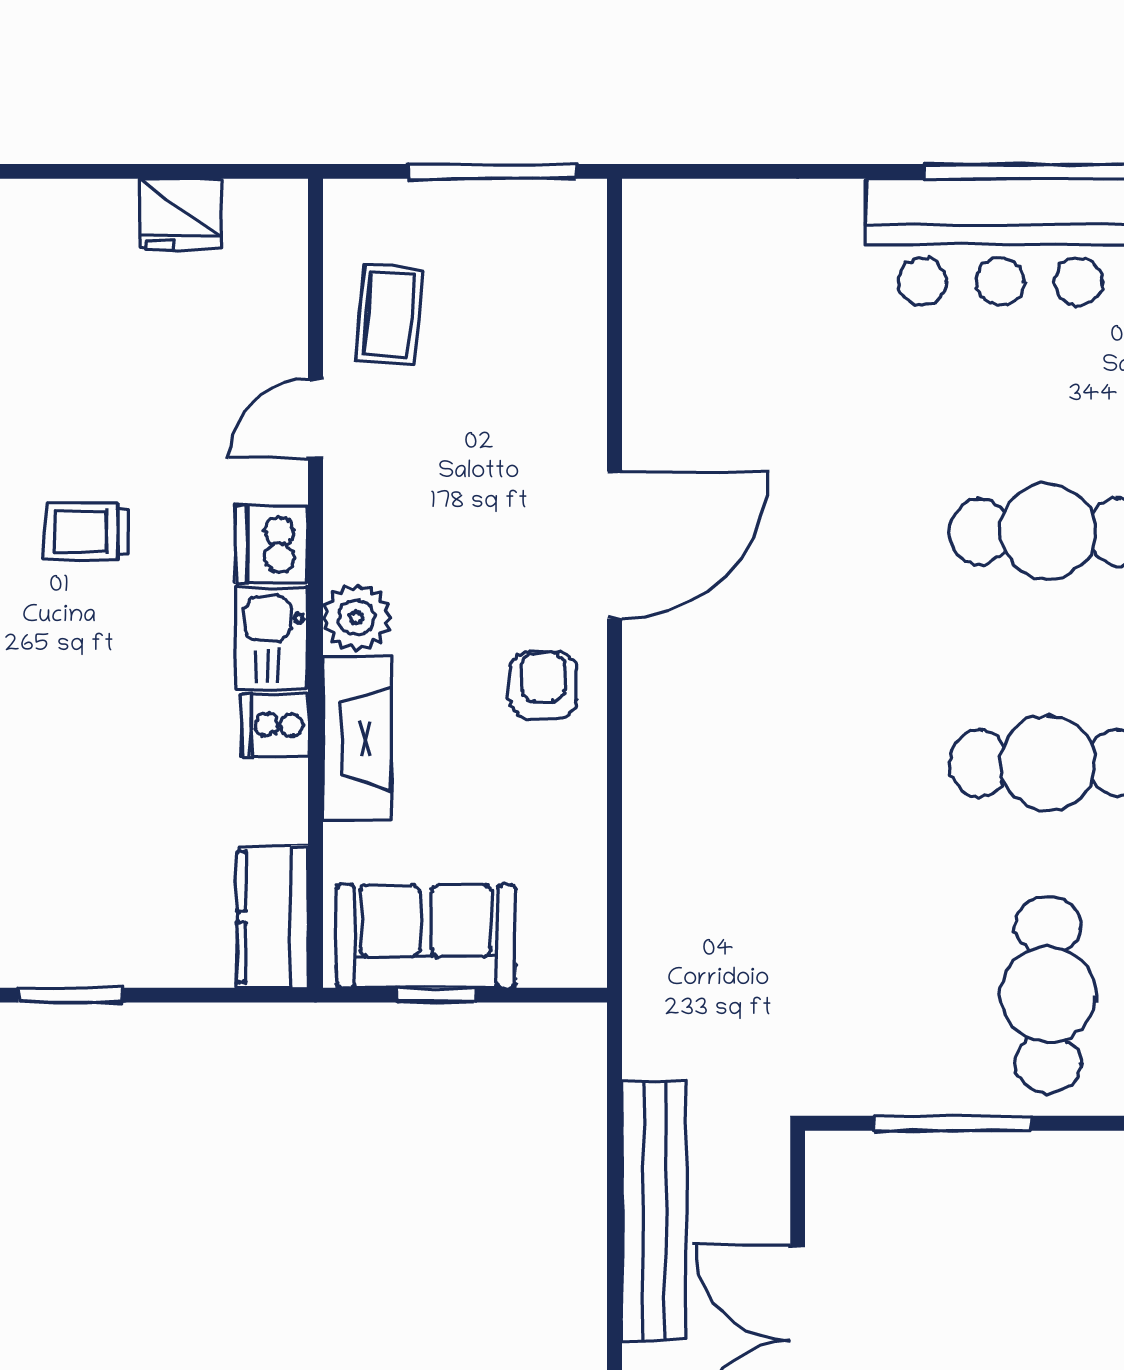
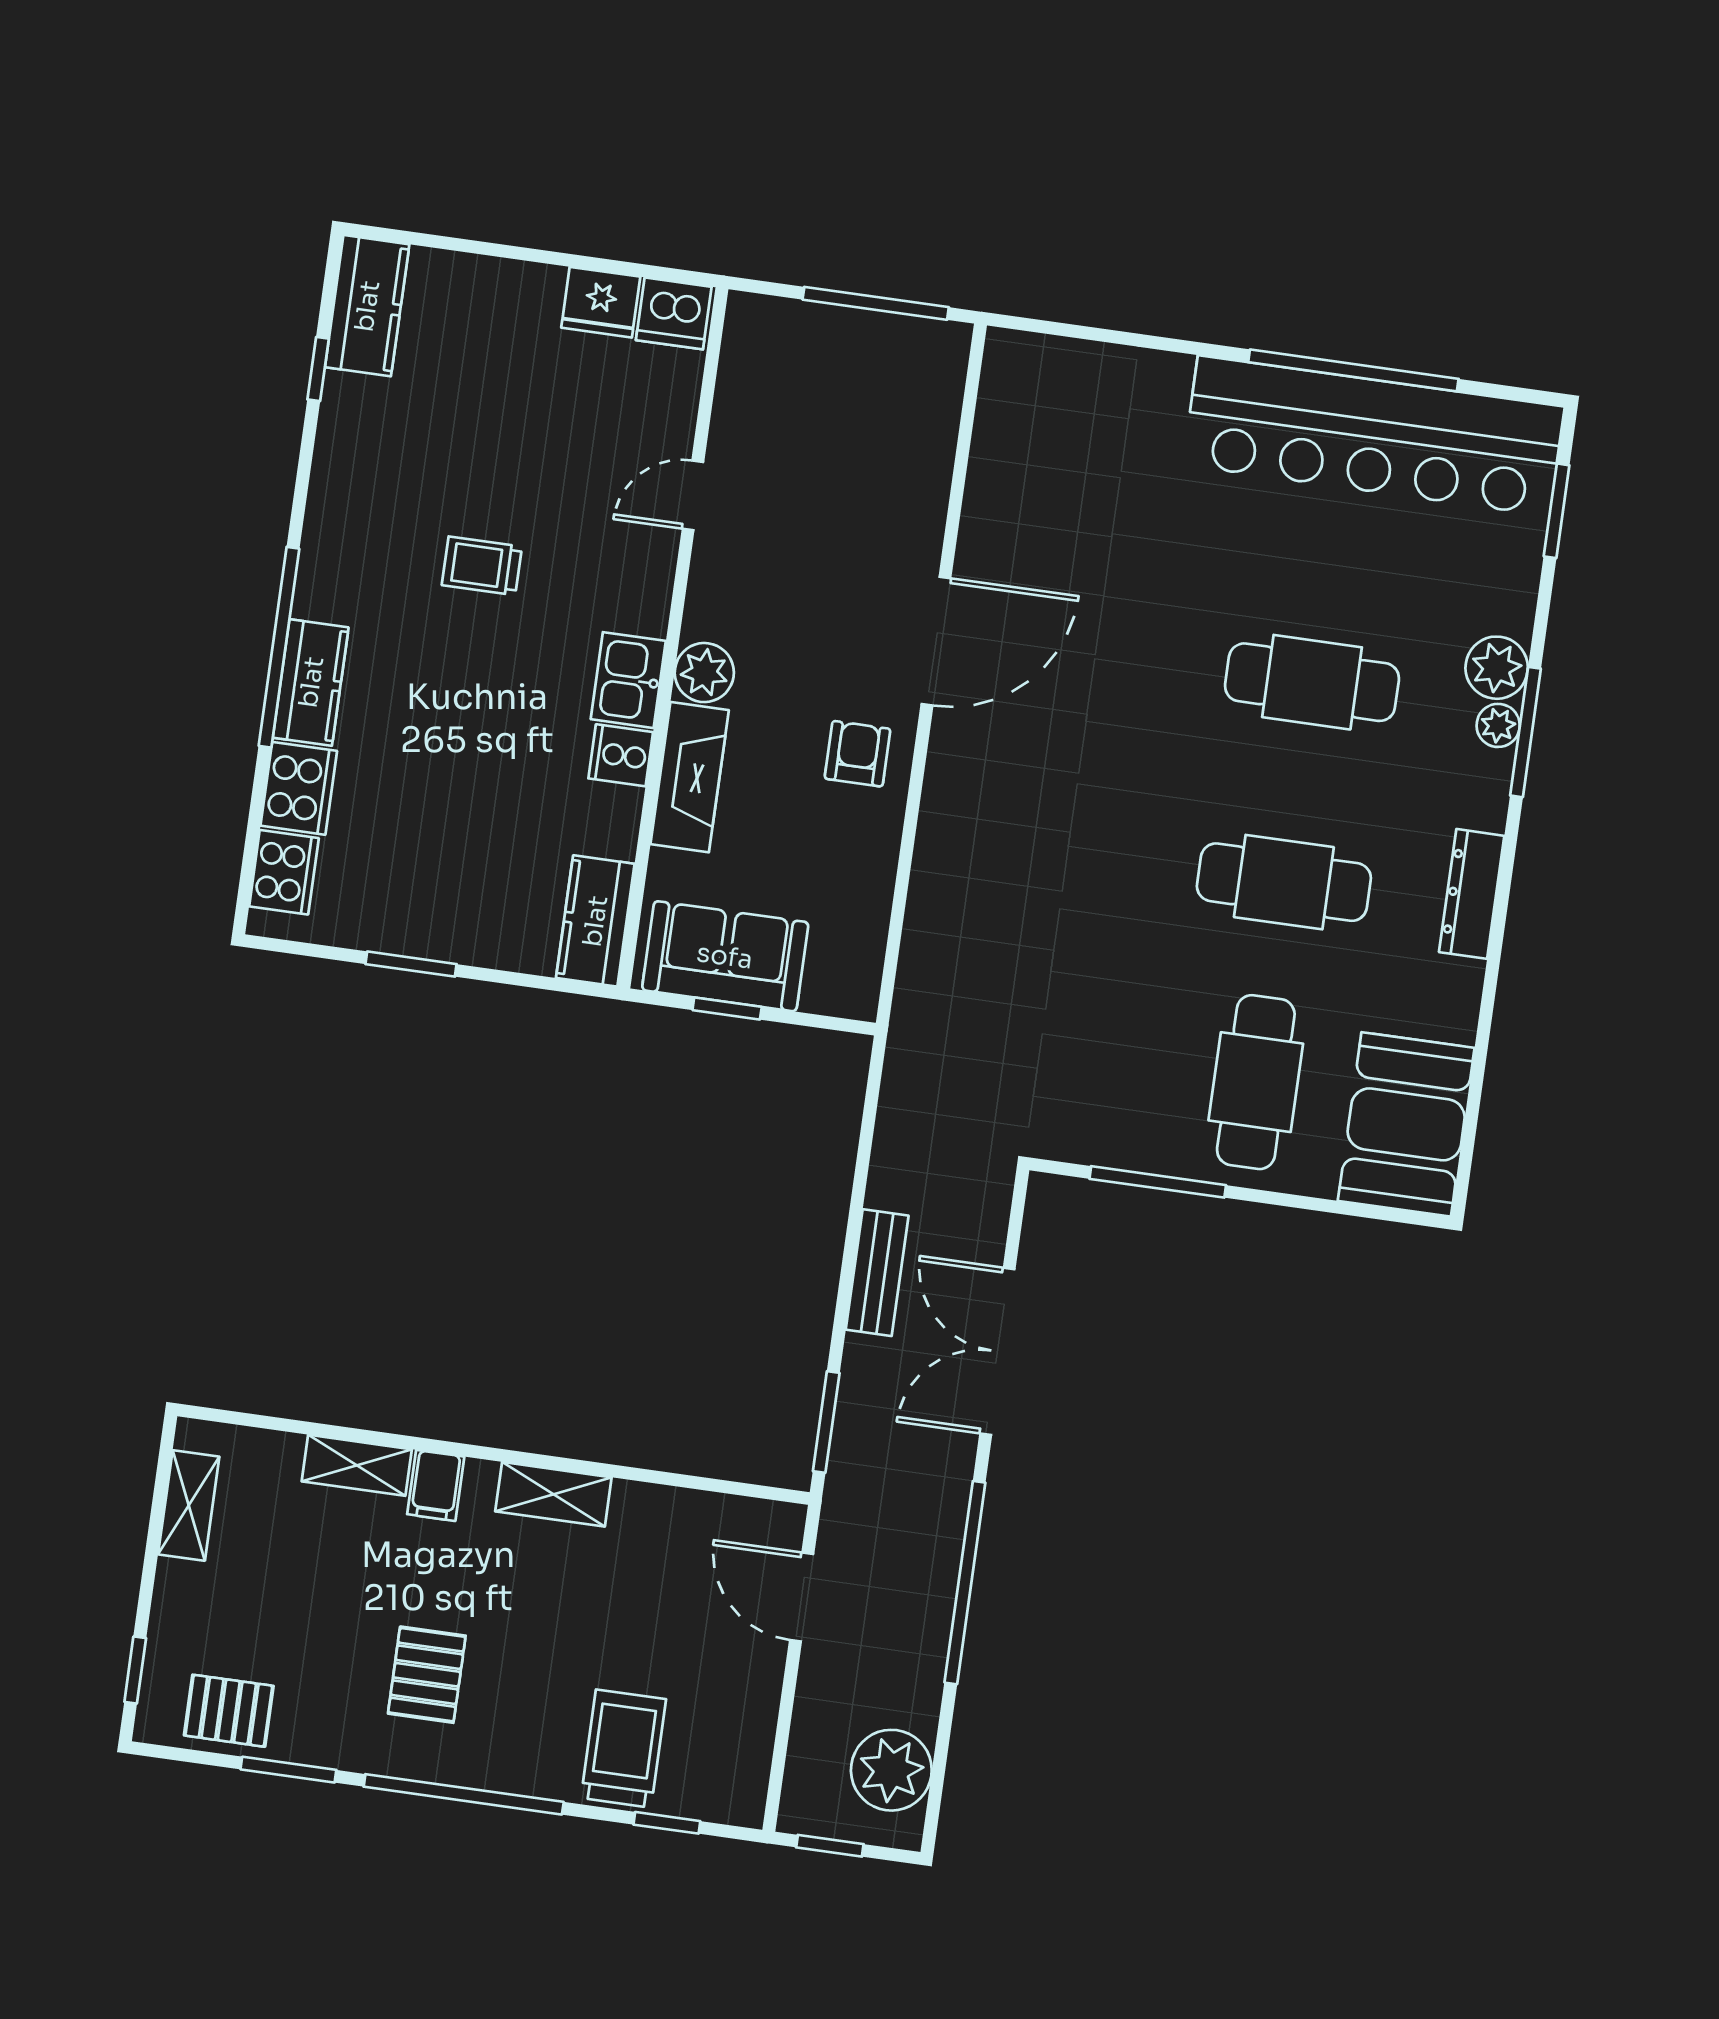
coffee table: (389, 315) -> (769, 415), removed
dishwasher: (272, 544) -> (674, 313), moved, turned -90
bench: (654, 1211) -> (877, 1273), width x0.54, depth x0.82

